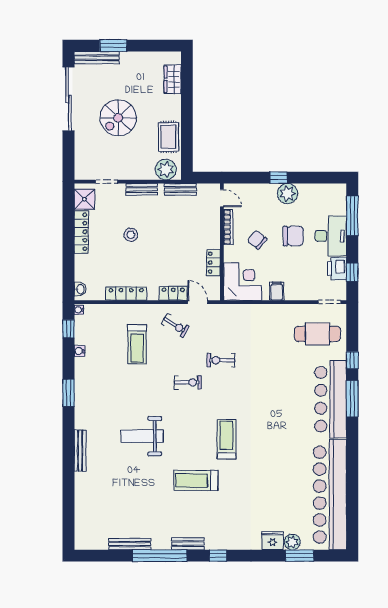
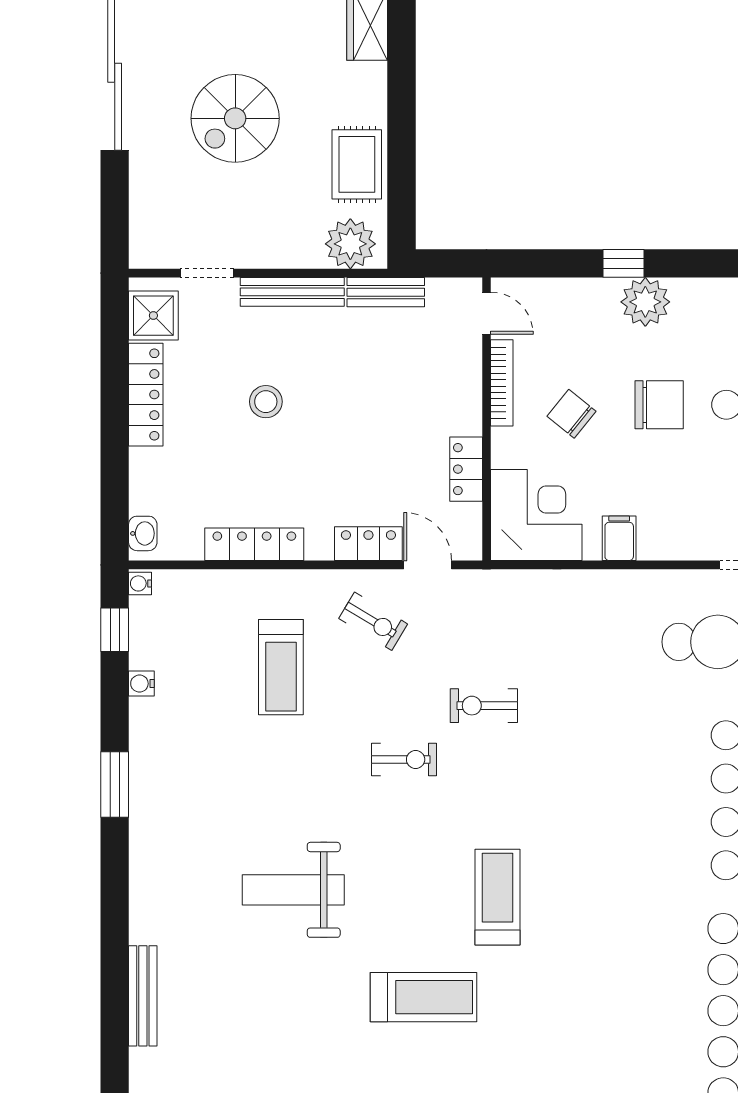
bench: (142, 189) -> (292, 292), width x1.36
bench: (80, 451) -> (143, 996), moved
treadmill: (196, 481) -> (424, 997), turned 180

